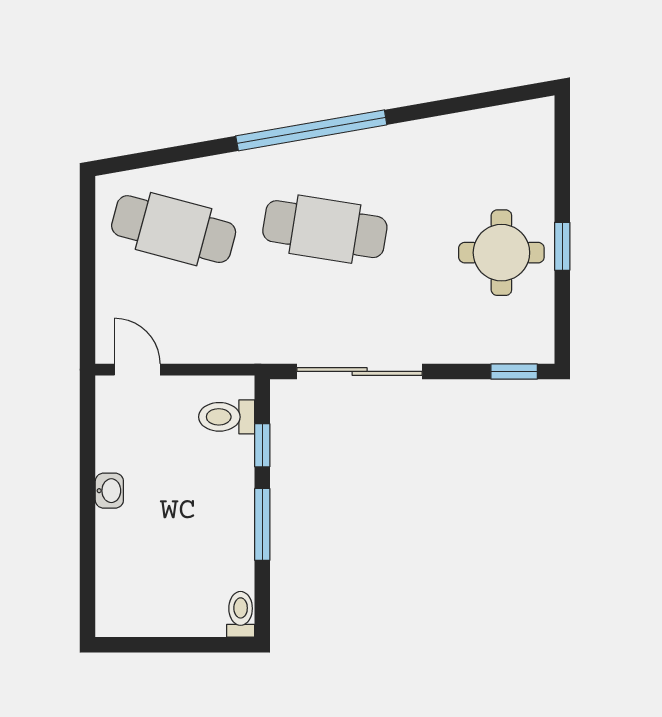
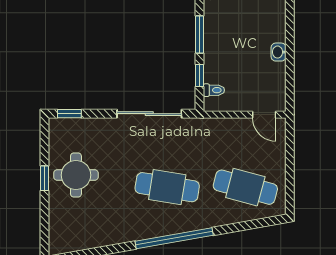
toilet: (227, 417) -> (214, 90), width x0.73, depth x0.72

